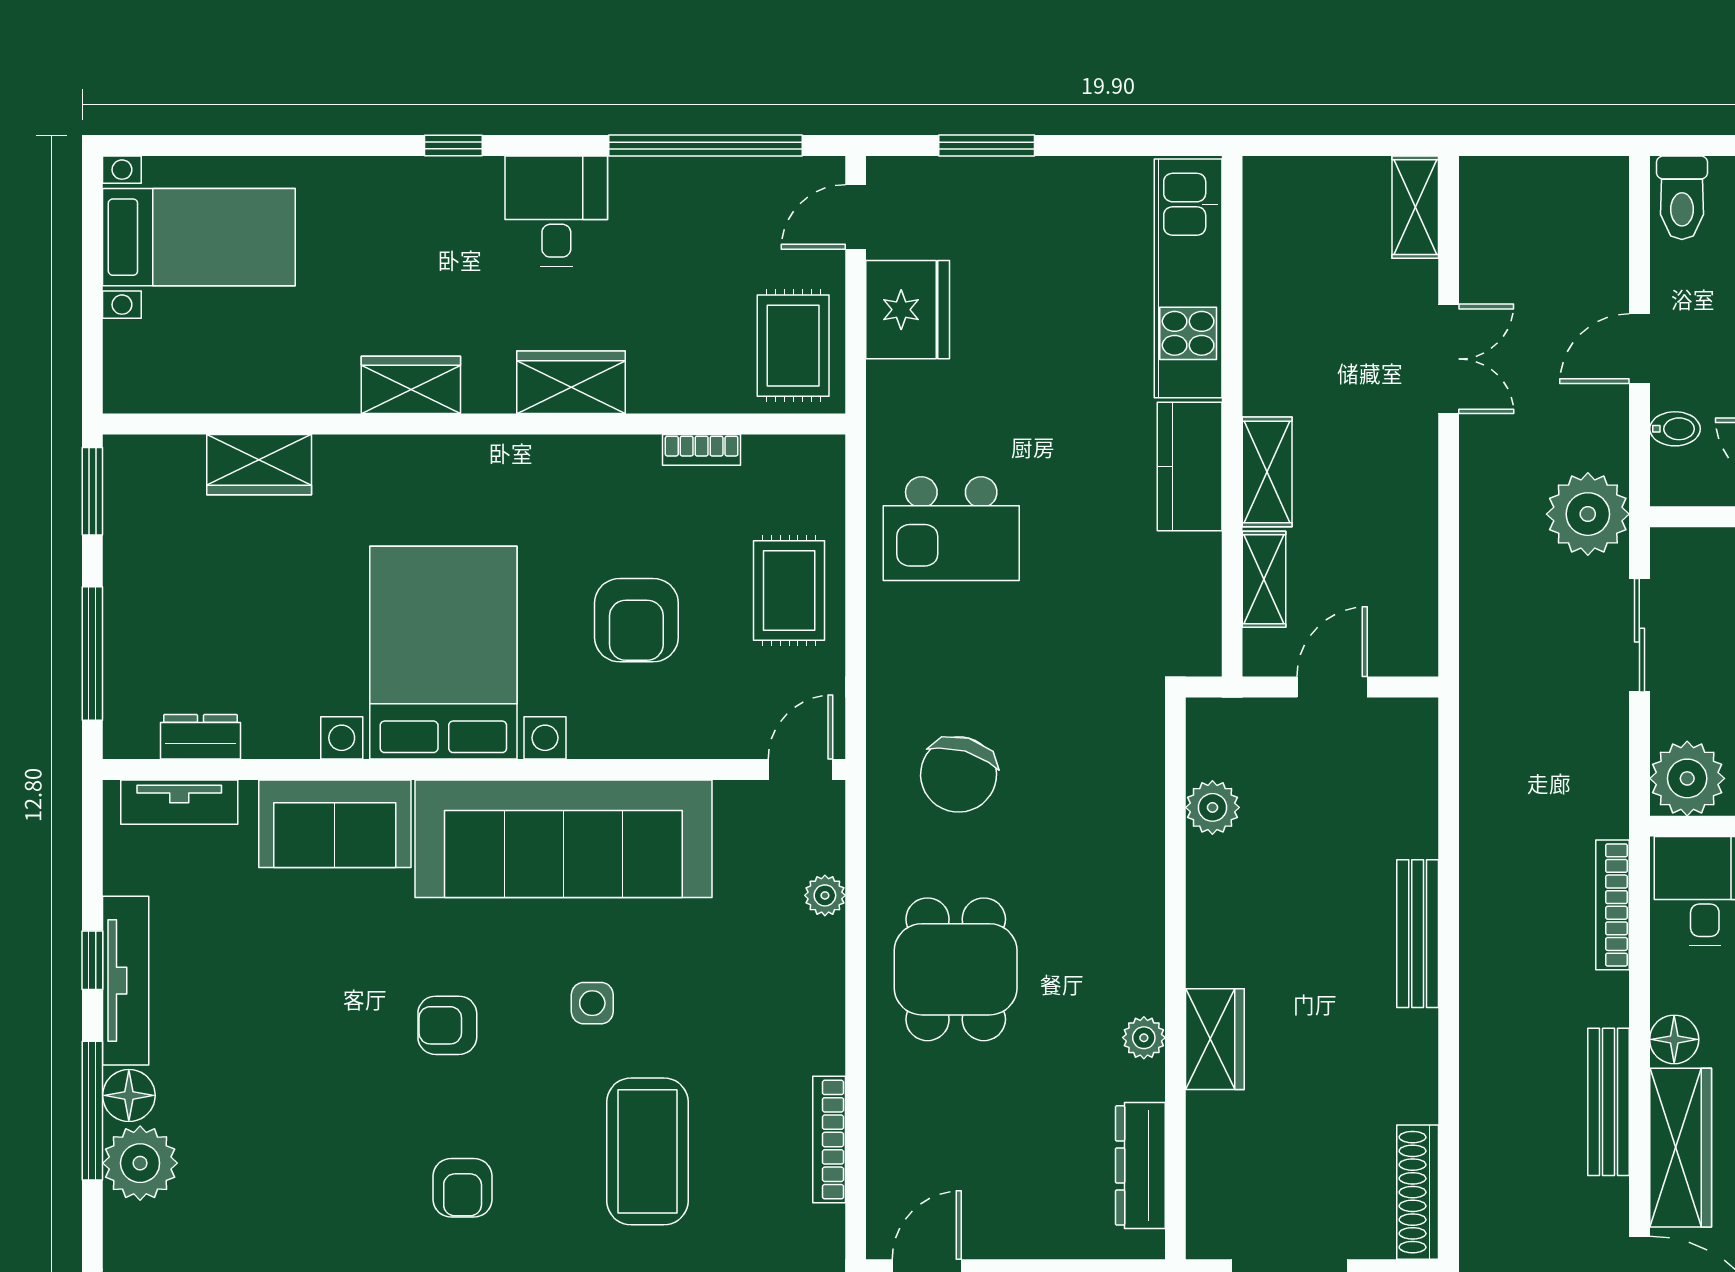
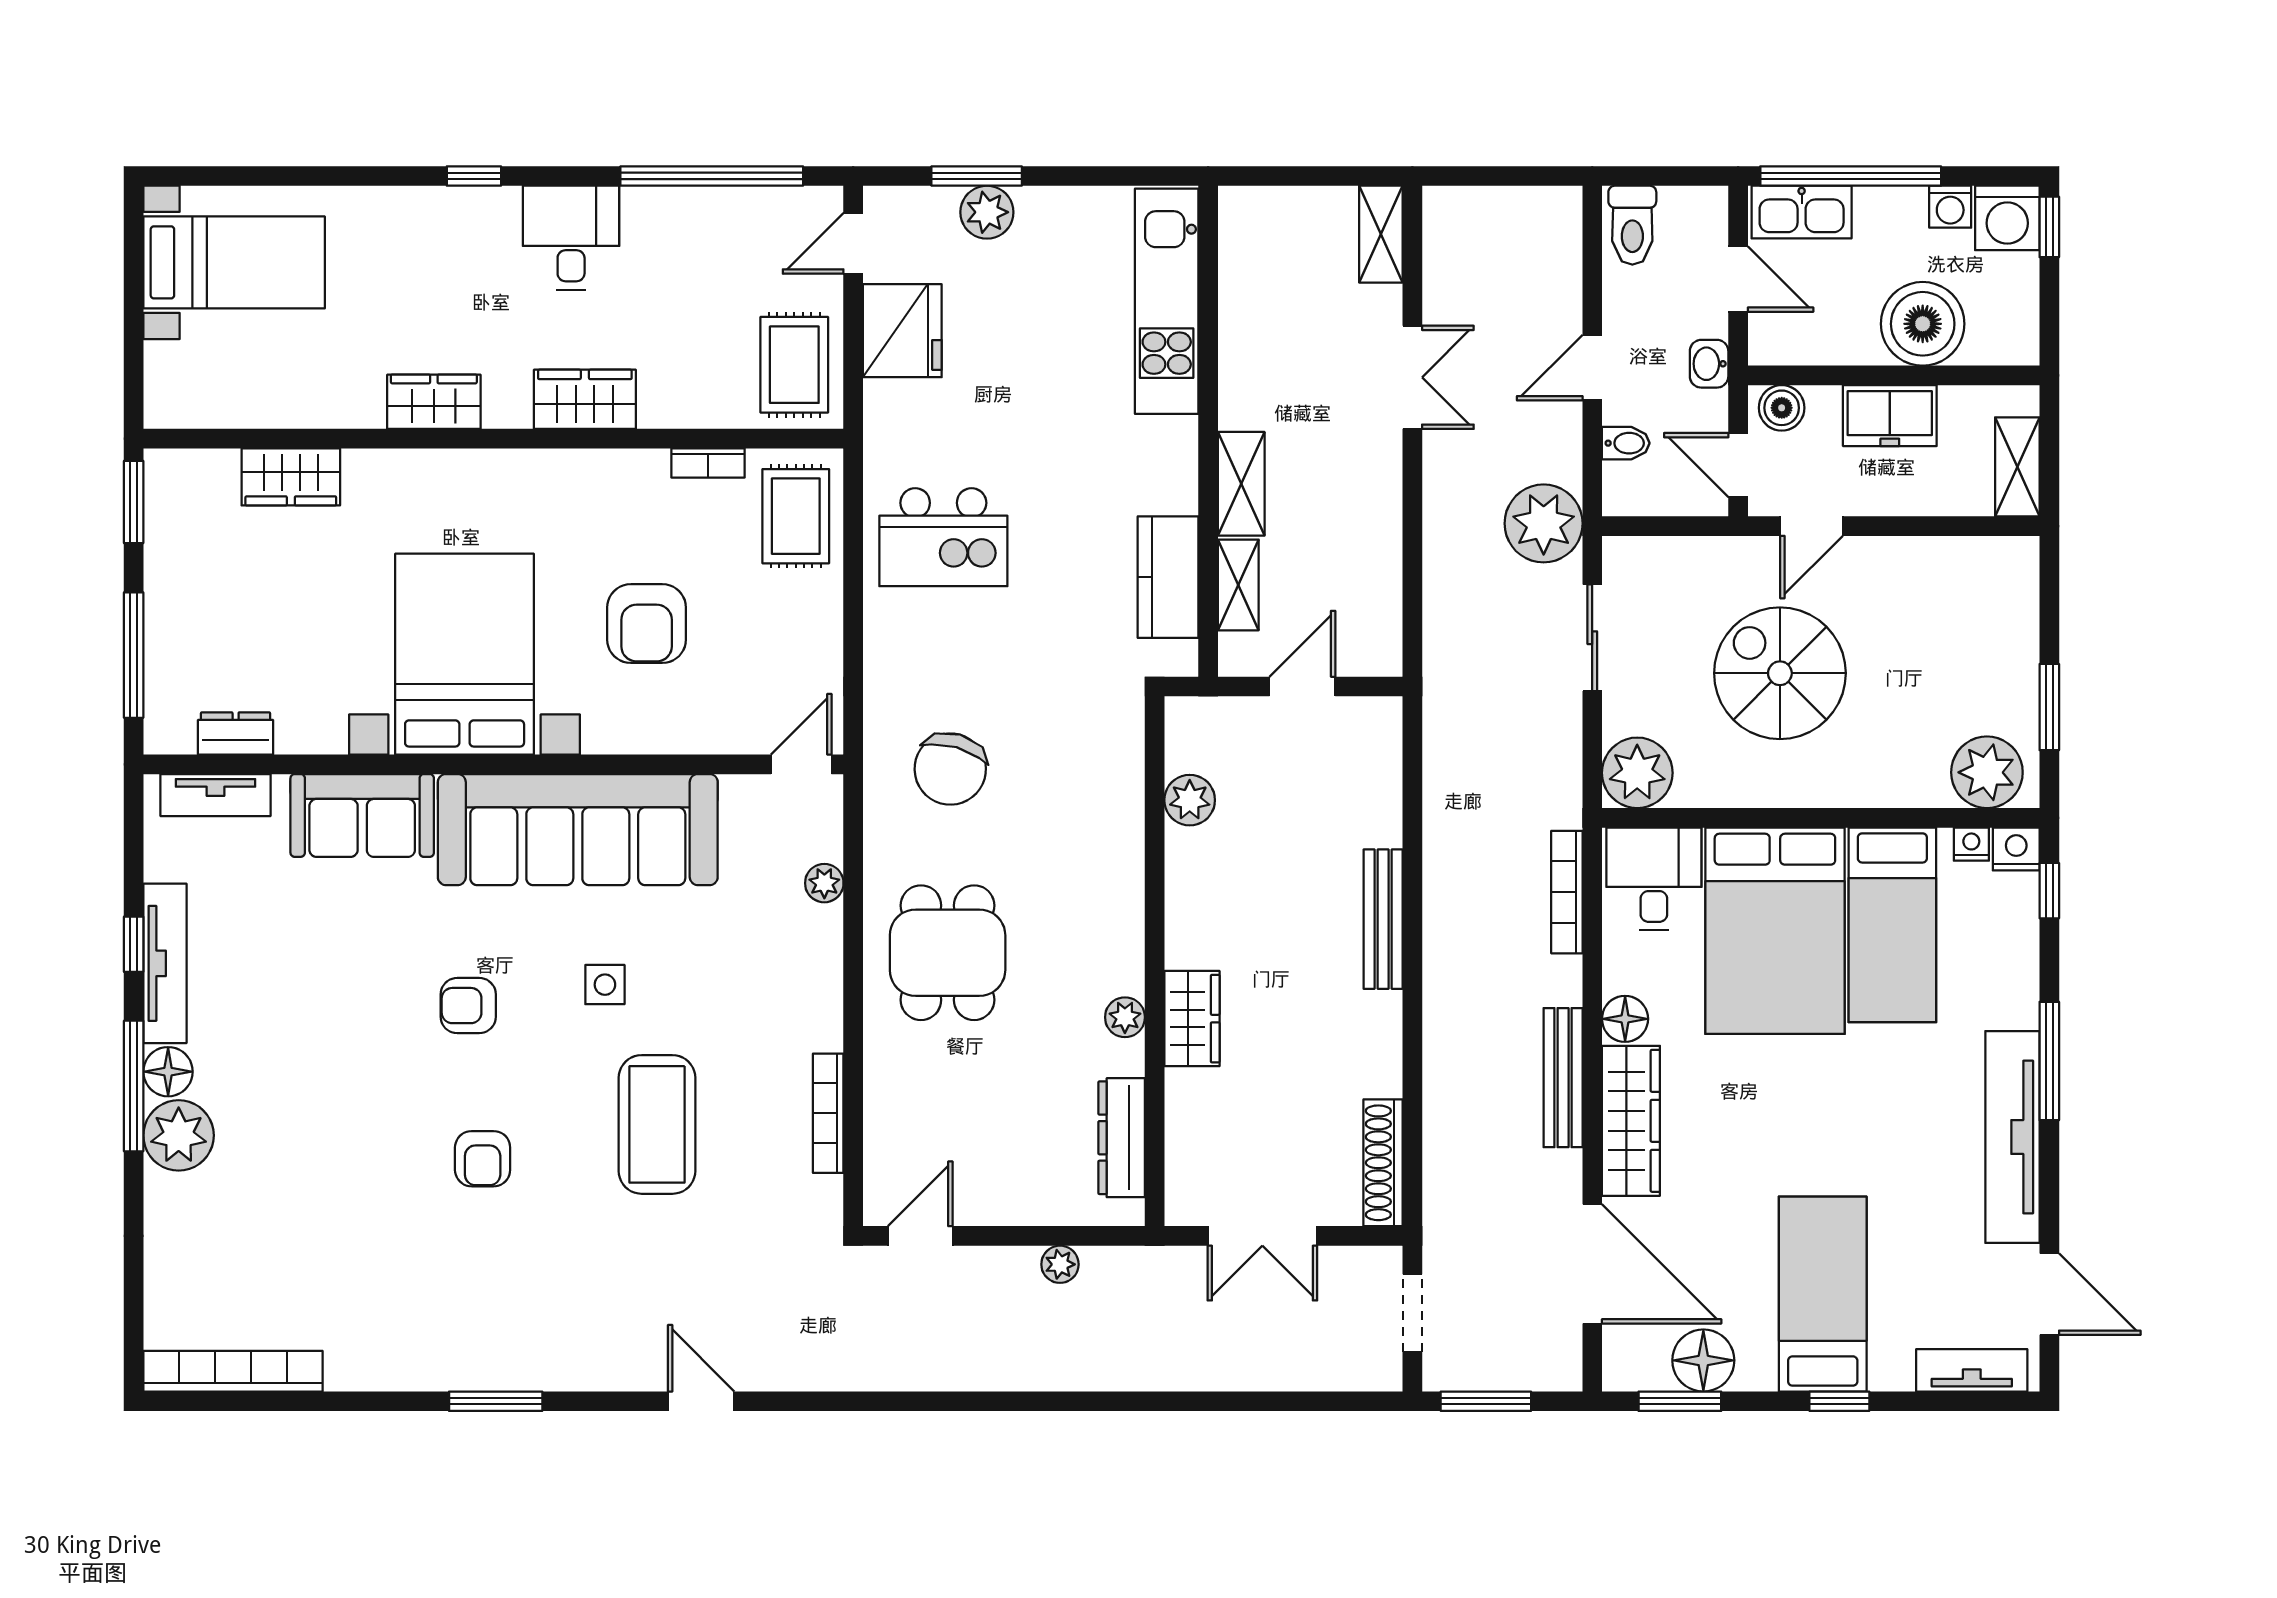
plant: (997, 184) -> (987, 212), added
kitchen counter: (1190, 466) -> (1168, 577), moved
rug: (789, 590) -> (796, 516), moved

